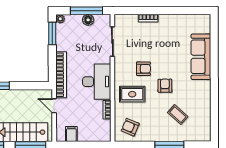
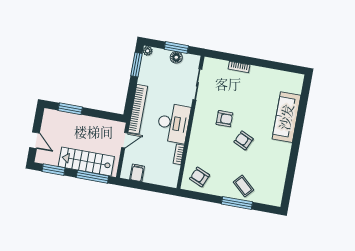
window: (86, 11) -> (176, 47), width x0.69
armchair: (165, 86) -> (244, 140), turned -65
rug: (132, 94) -> (208, 143), removed
door: (54, 106) -> (125, 140), swing flipped
coffee table: (178, 115) -> (244, 186), moved

